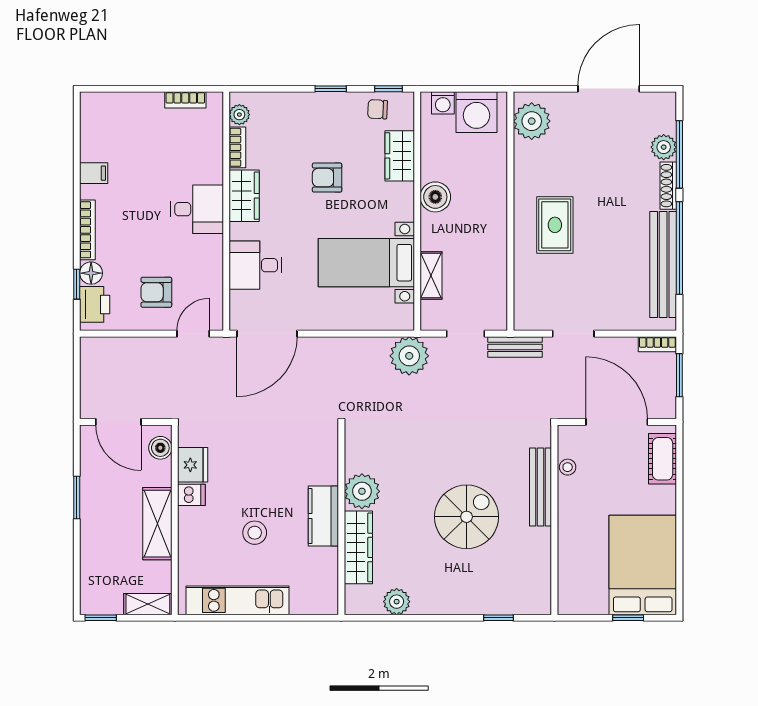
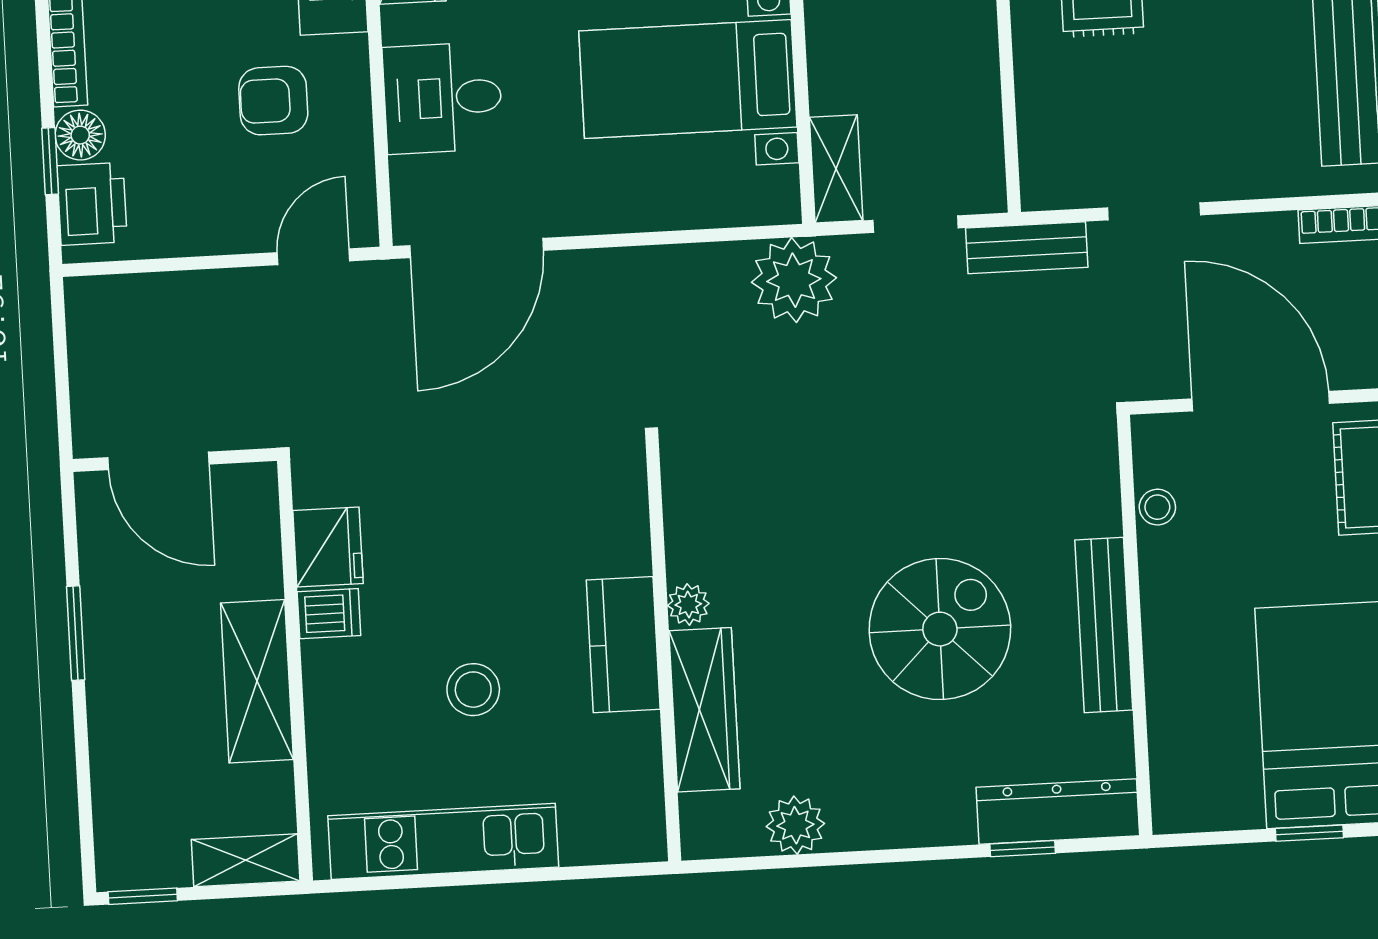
shelving: (431, 276) -> (836, 169), moved
armchair: (156, 292) -> (273, 101), moved
boiler: (160, 448) -> (254, 513), removed
bench: (541, 487) -> (1104, 625), moved
plant: (362, 491) -> (688, 604), width x0.53, depth x0.53
dresser: (515, 602) -> (1058, 812), added

